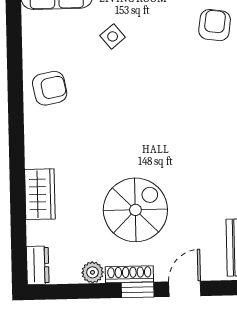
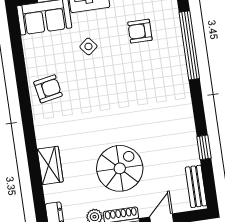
armchair: (215, 25) -> (140, 31), moved, turned -98

